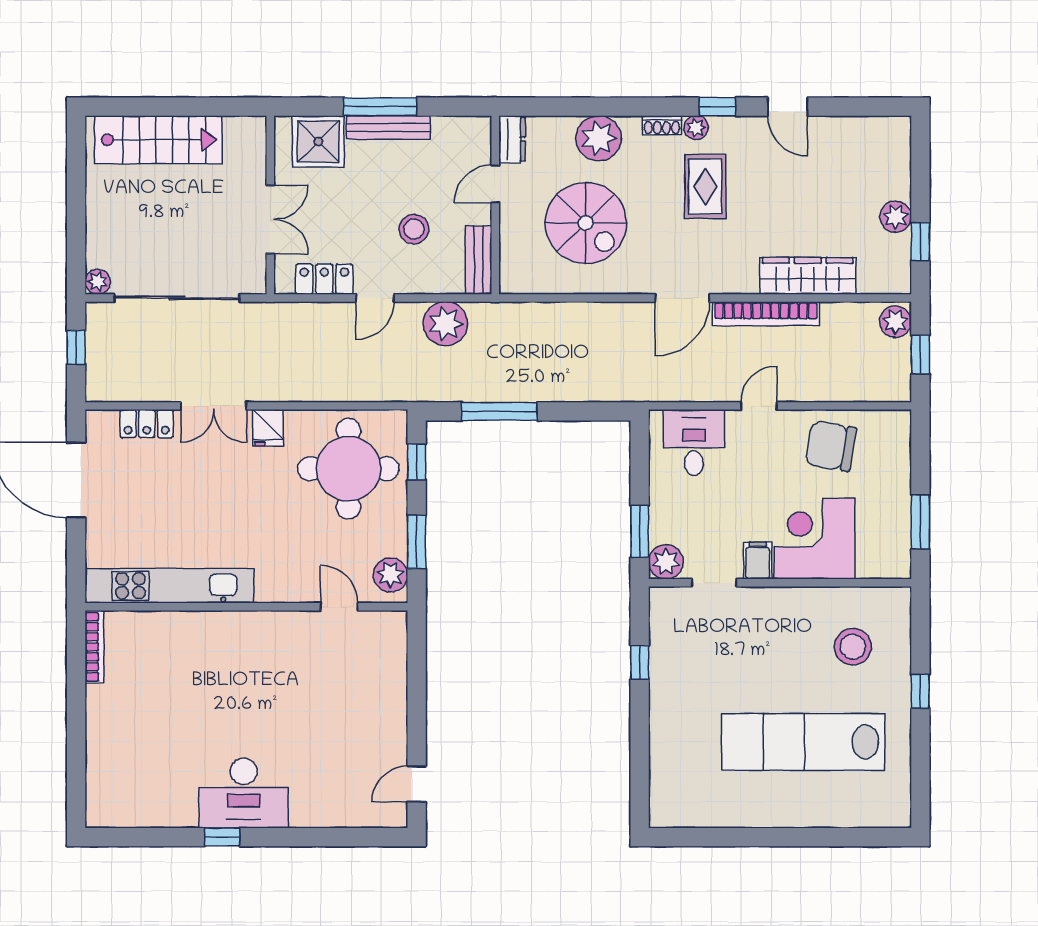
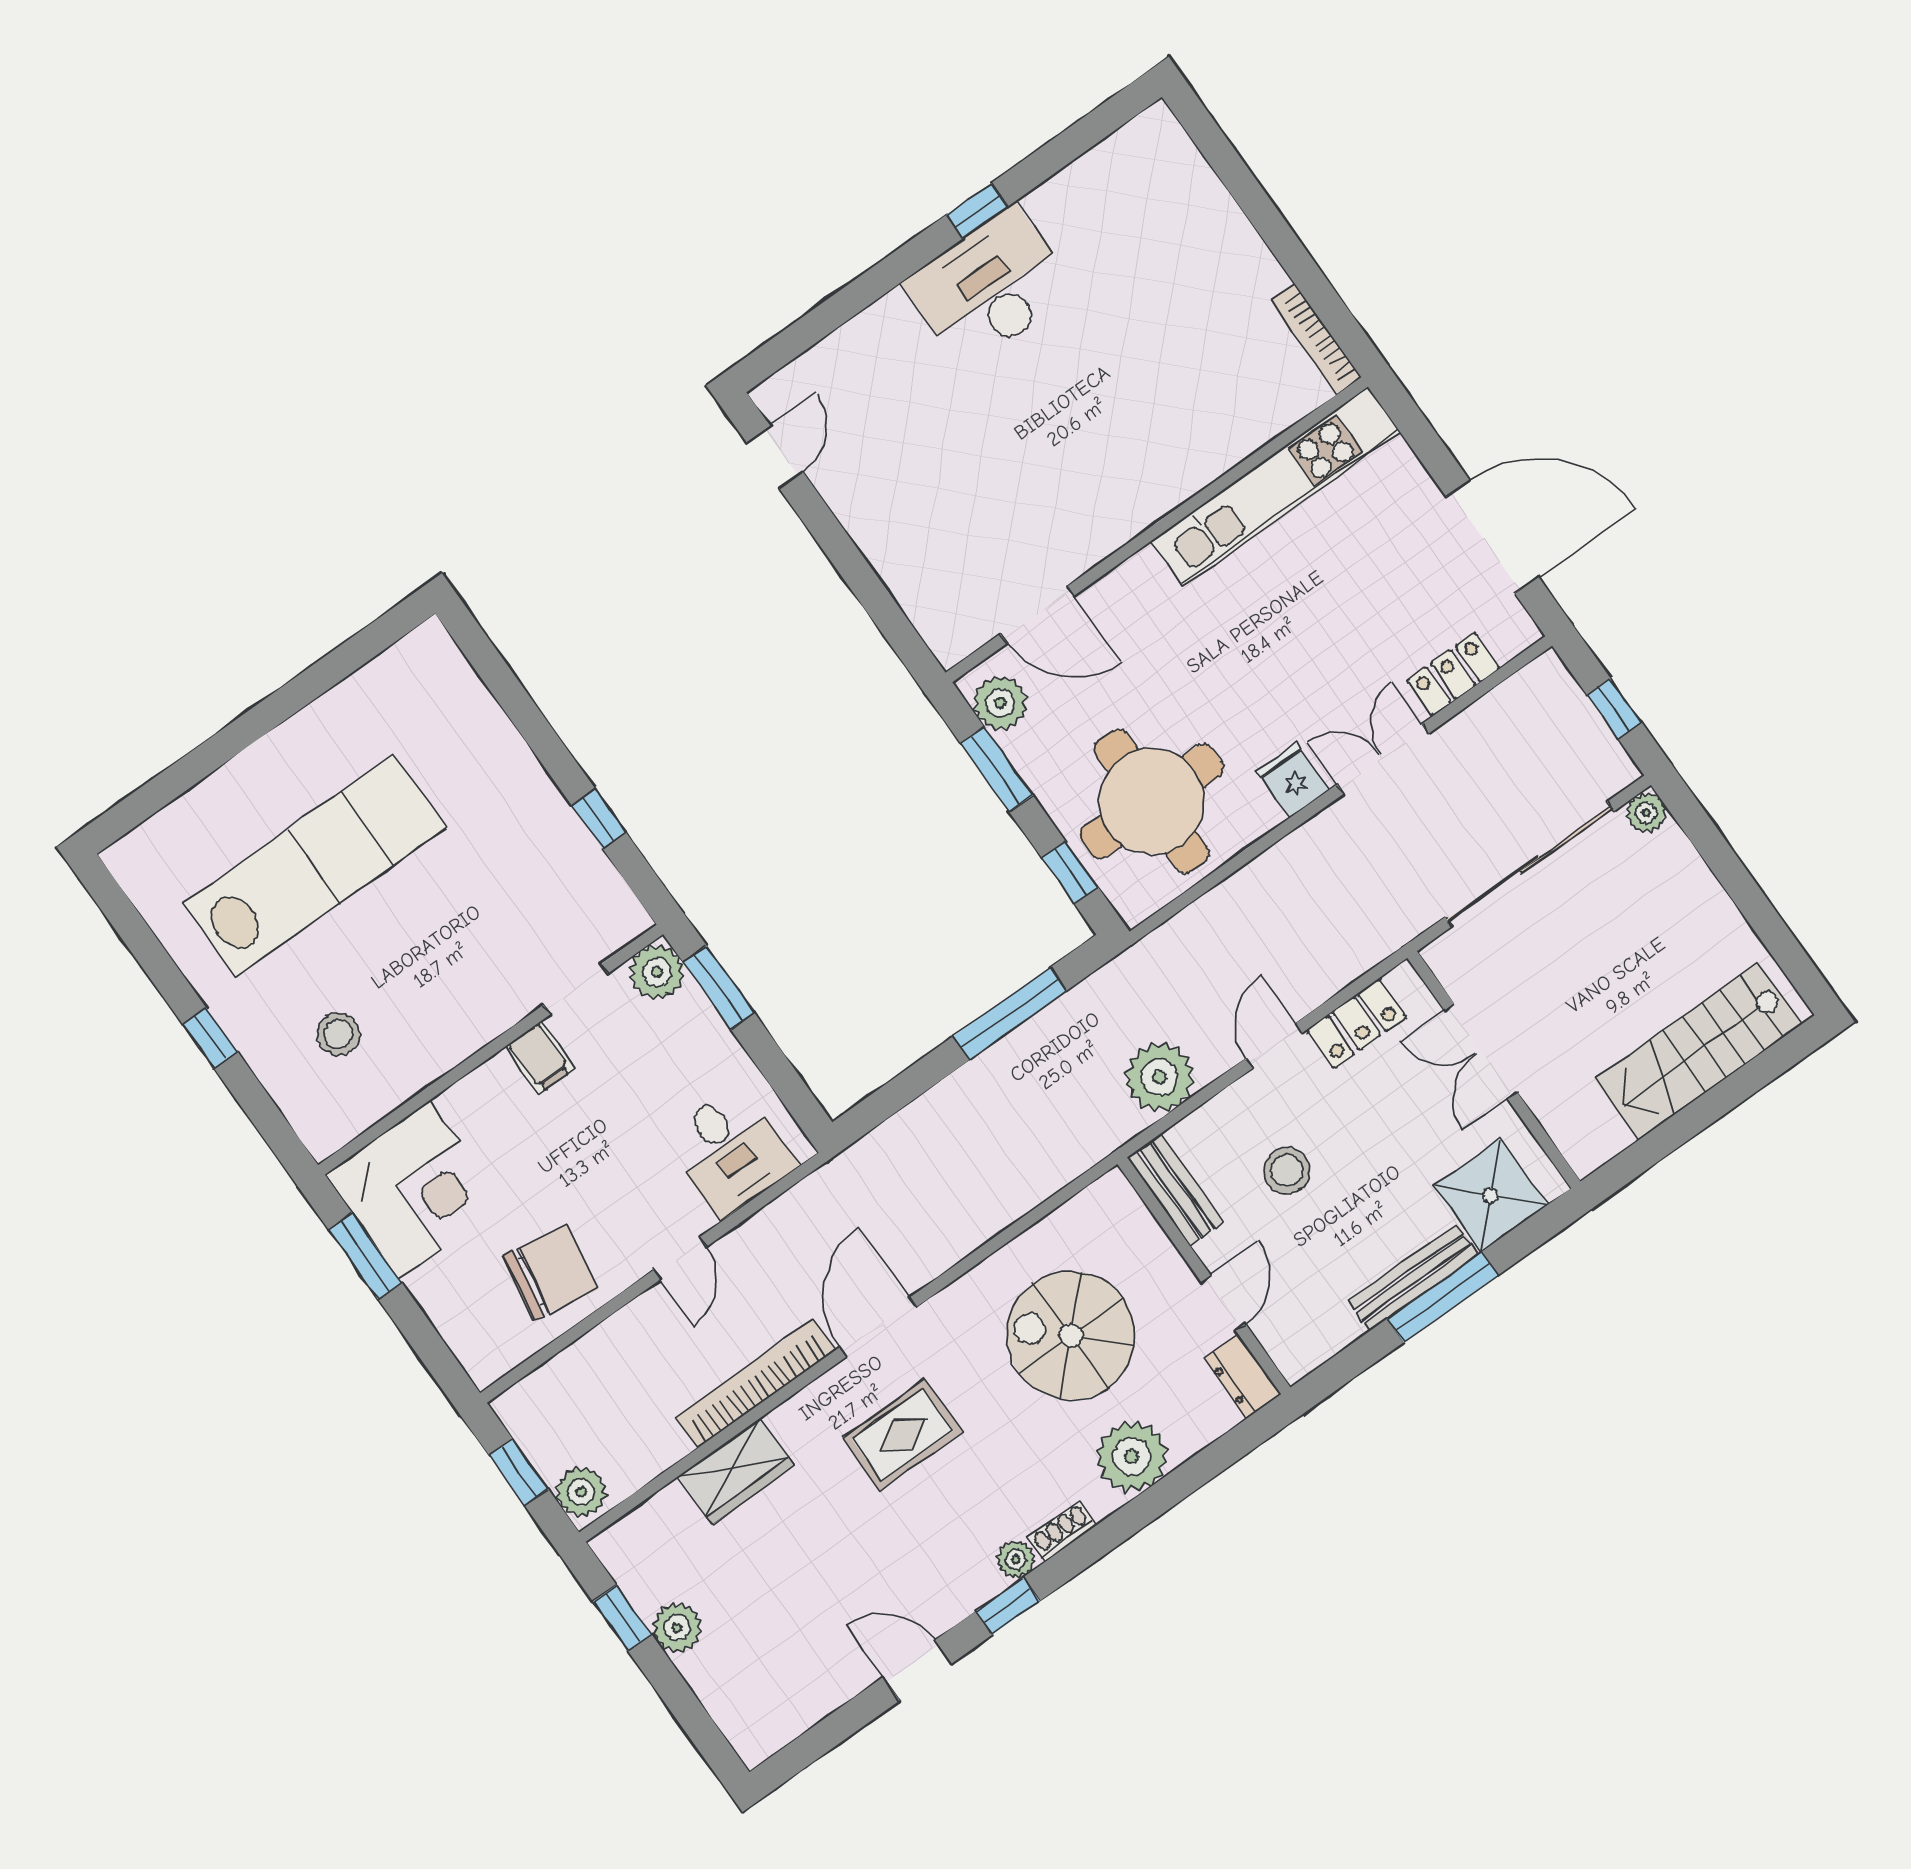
rug: (705, 187) -> (903, 1435), moved, turned 90
wardrobe: (808, 276) -> (736, 1471), width x0.67
corner desk: (814, 539) -> (414, 1190), moved
door: (339, 607) -> (1037, 615), width x1.38
stool: (853, 647) -> (338, 1034), width x0.73, depth x0.73

